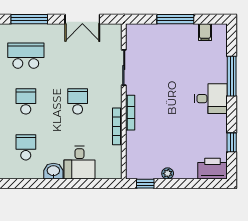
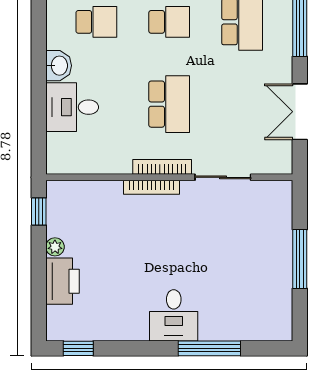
filing cabinet: (205, 32) -> (279, 306), removed
school desk: (78, 101) -> (169, 104), width x1.85
bookcase: (117, 126) -> (162, 167), moved
window: (232, 142) -> (78, 348), moved
printer: (212, 169) -> (62, 281), moved

